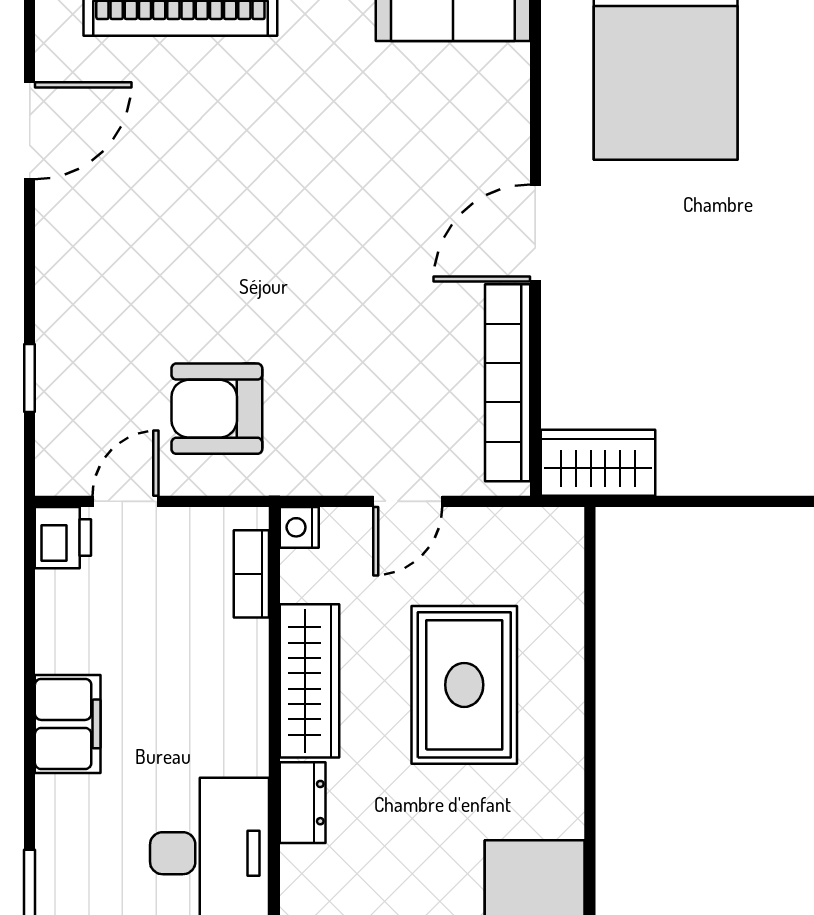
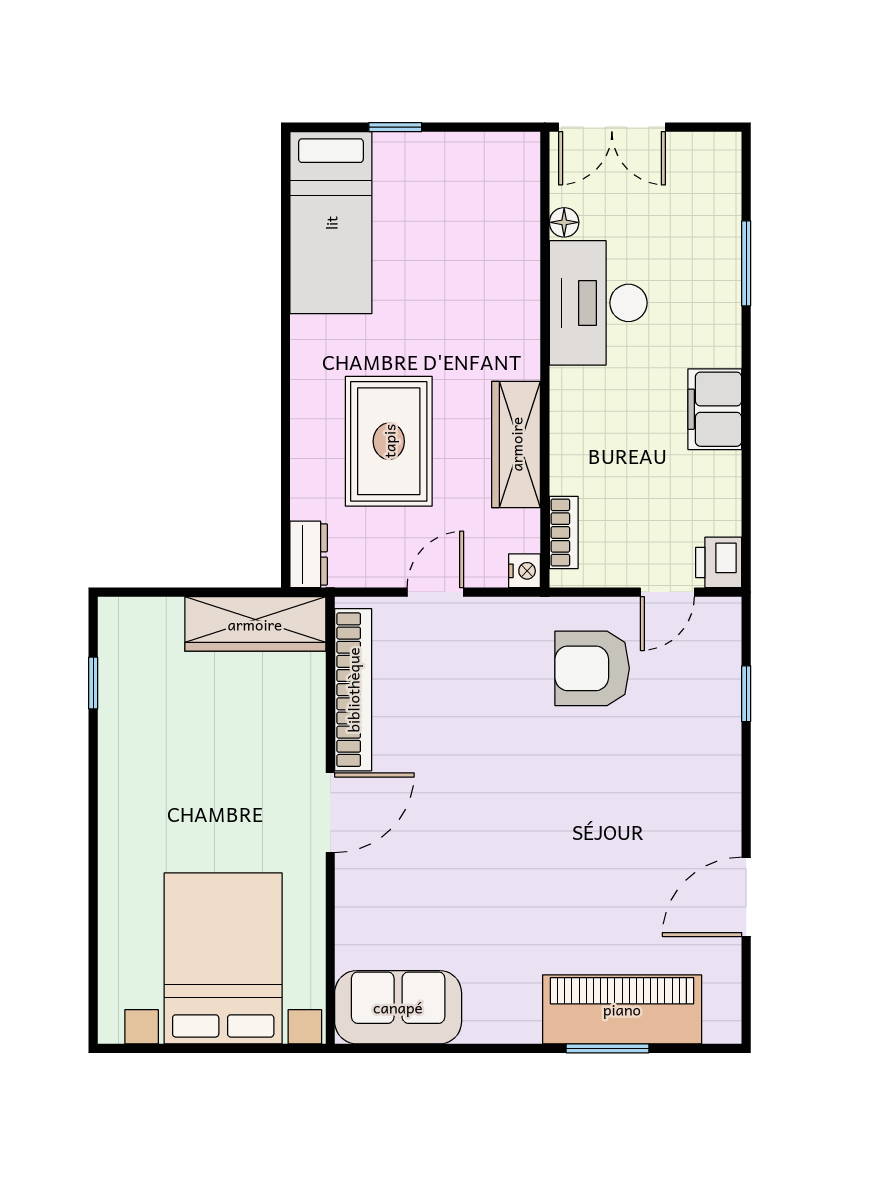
armchair: (217, 409) -> (592, 668), turned 180
wardrobe: (598, 463) -> (255, 624), width x1.50
dresser: (303, 803) -> (309, 554), moved, turned 180

